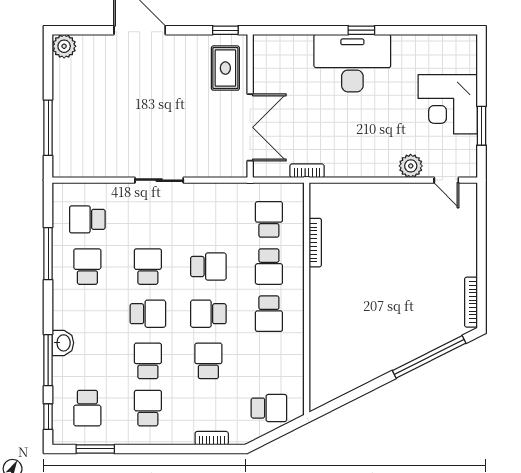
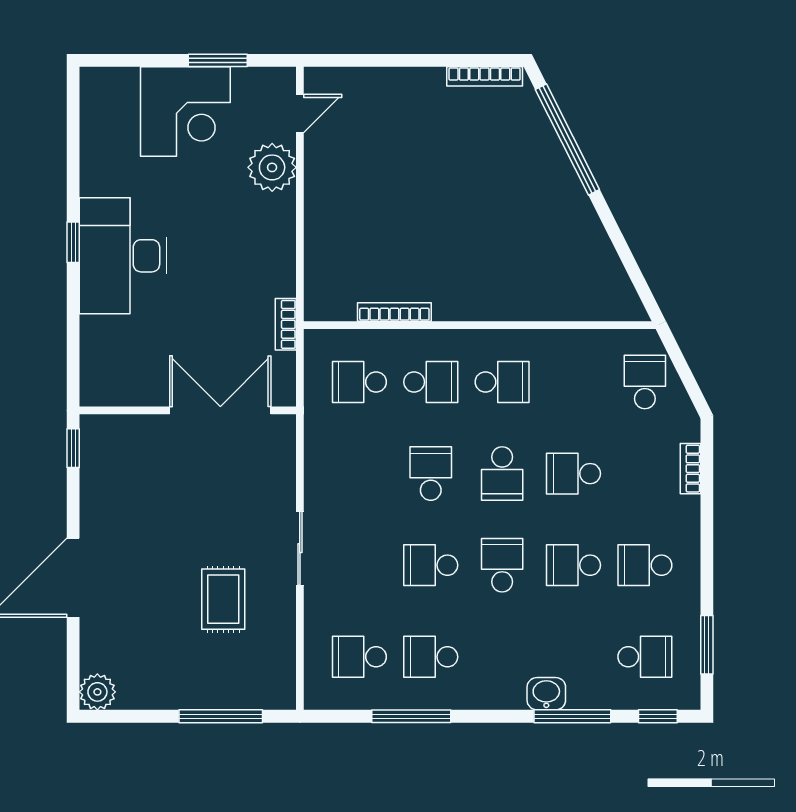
rug: (225, 68) -> (223, 599), moved, turned 90
plant: (411, 166) -> (272, 167), width x1.36, depth x1.36
school desk: (87, 219) -> (359, 657), turned 90

